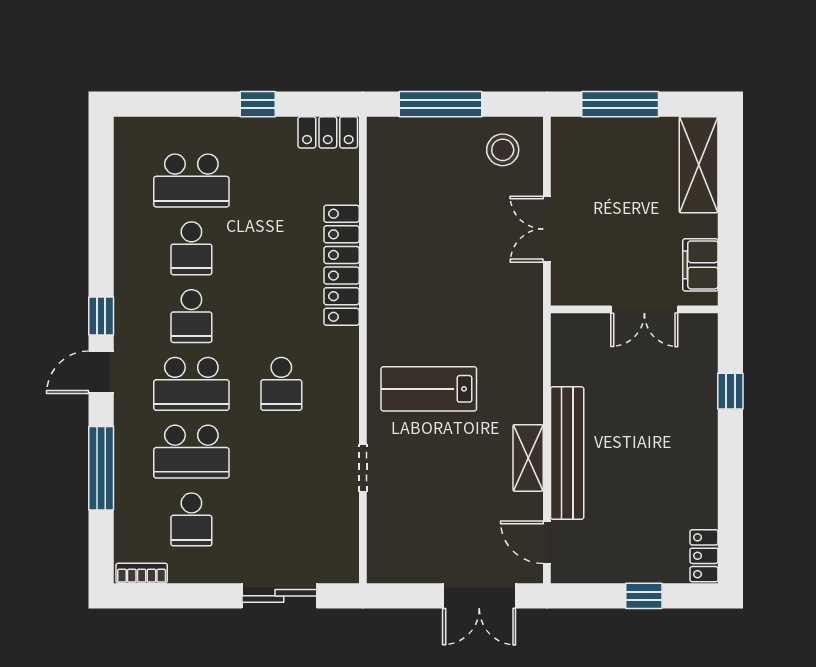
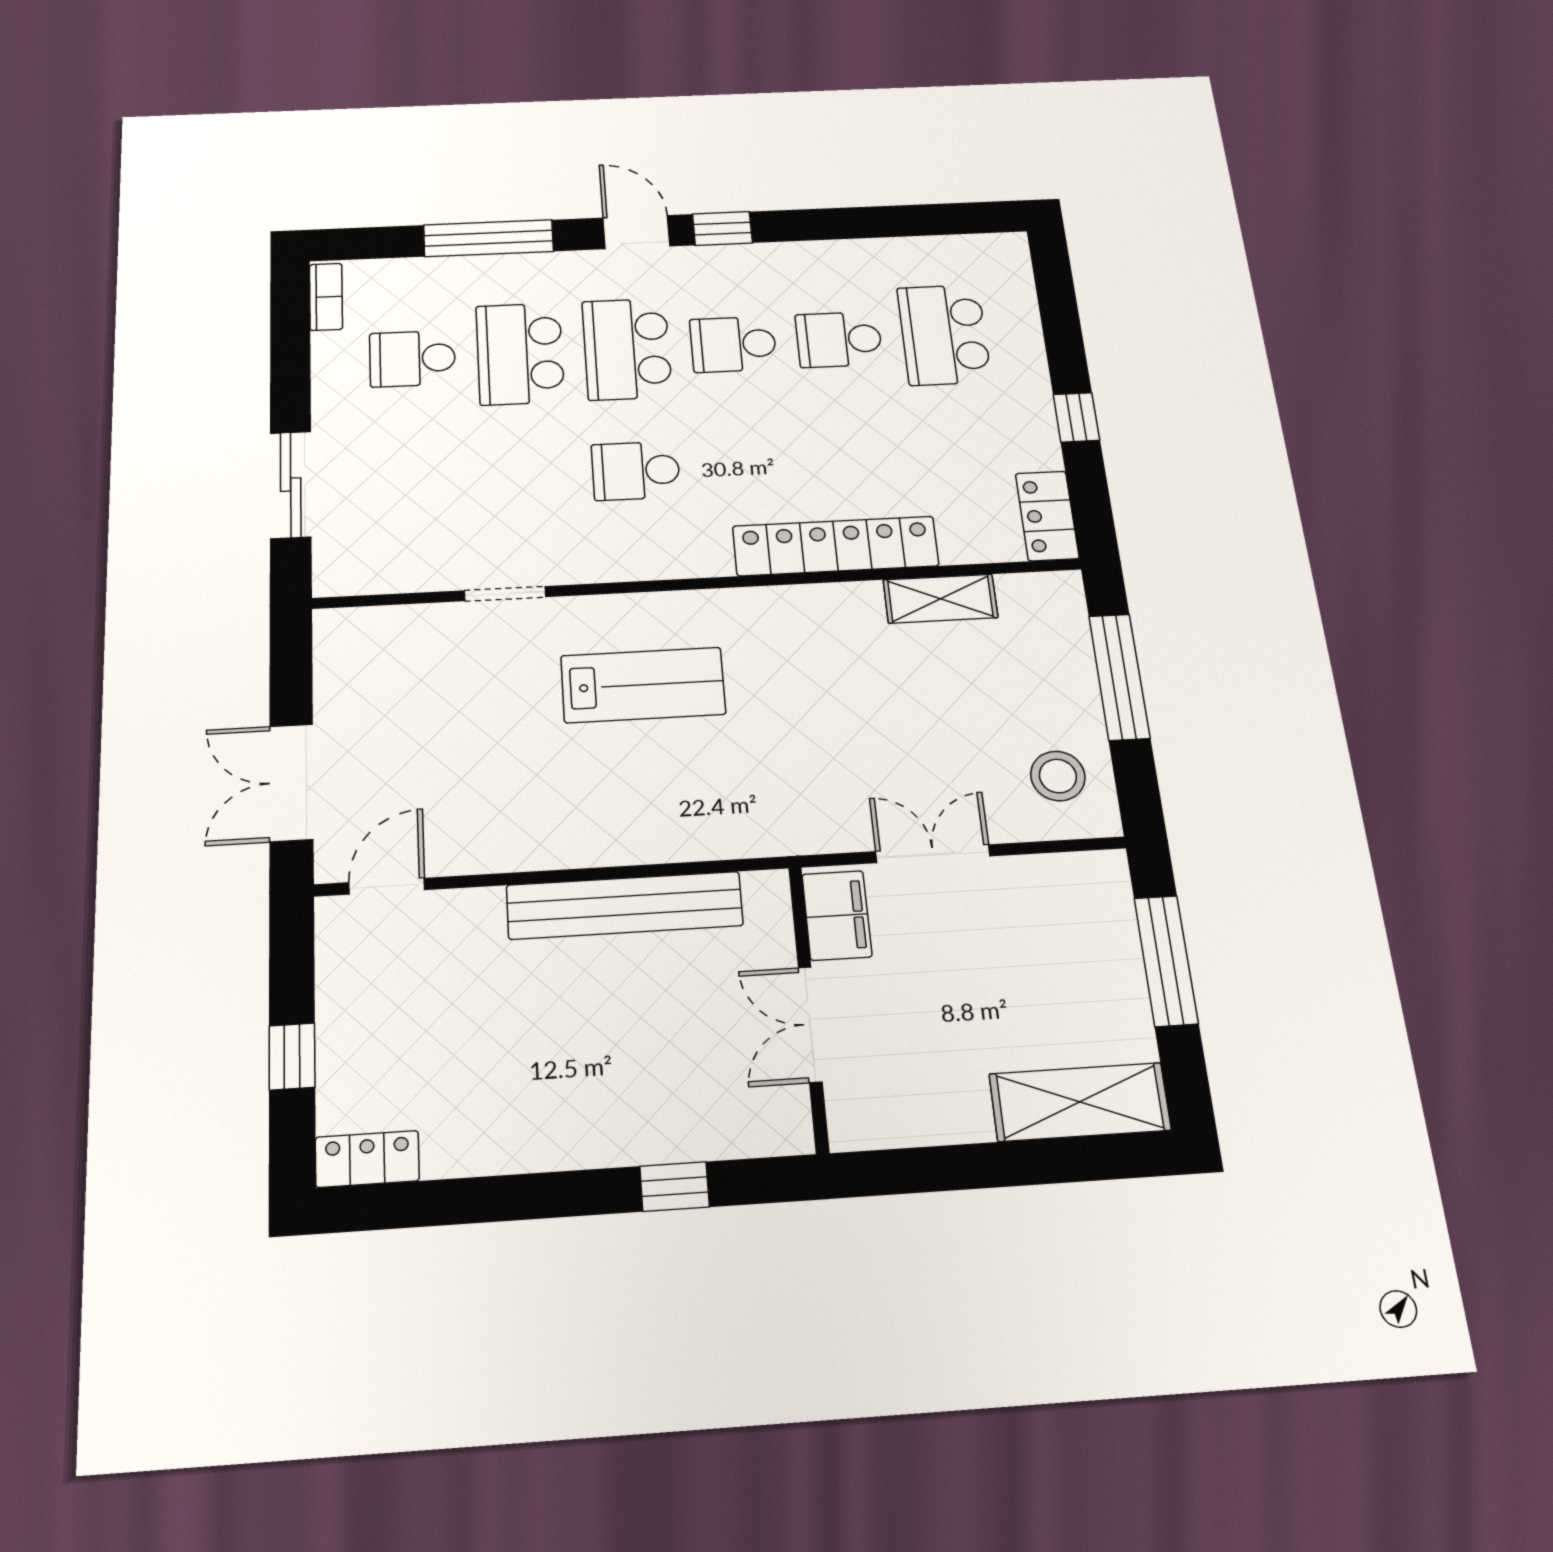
filing cabinet: (700, 265) -> (837, 915), moved, turned 90
lab bench: (429, 389) -> (643, 685), turned 90
bench: (567, 453) -> (625, 905), moved
shelving: (528, 458) -> (940, 599), moved

